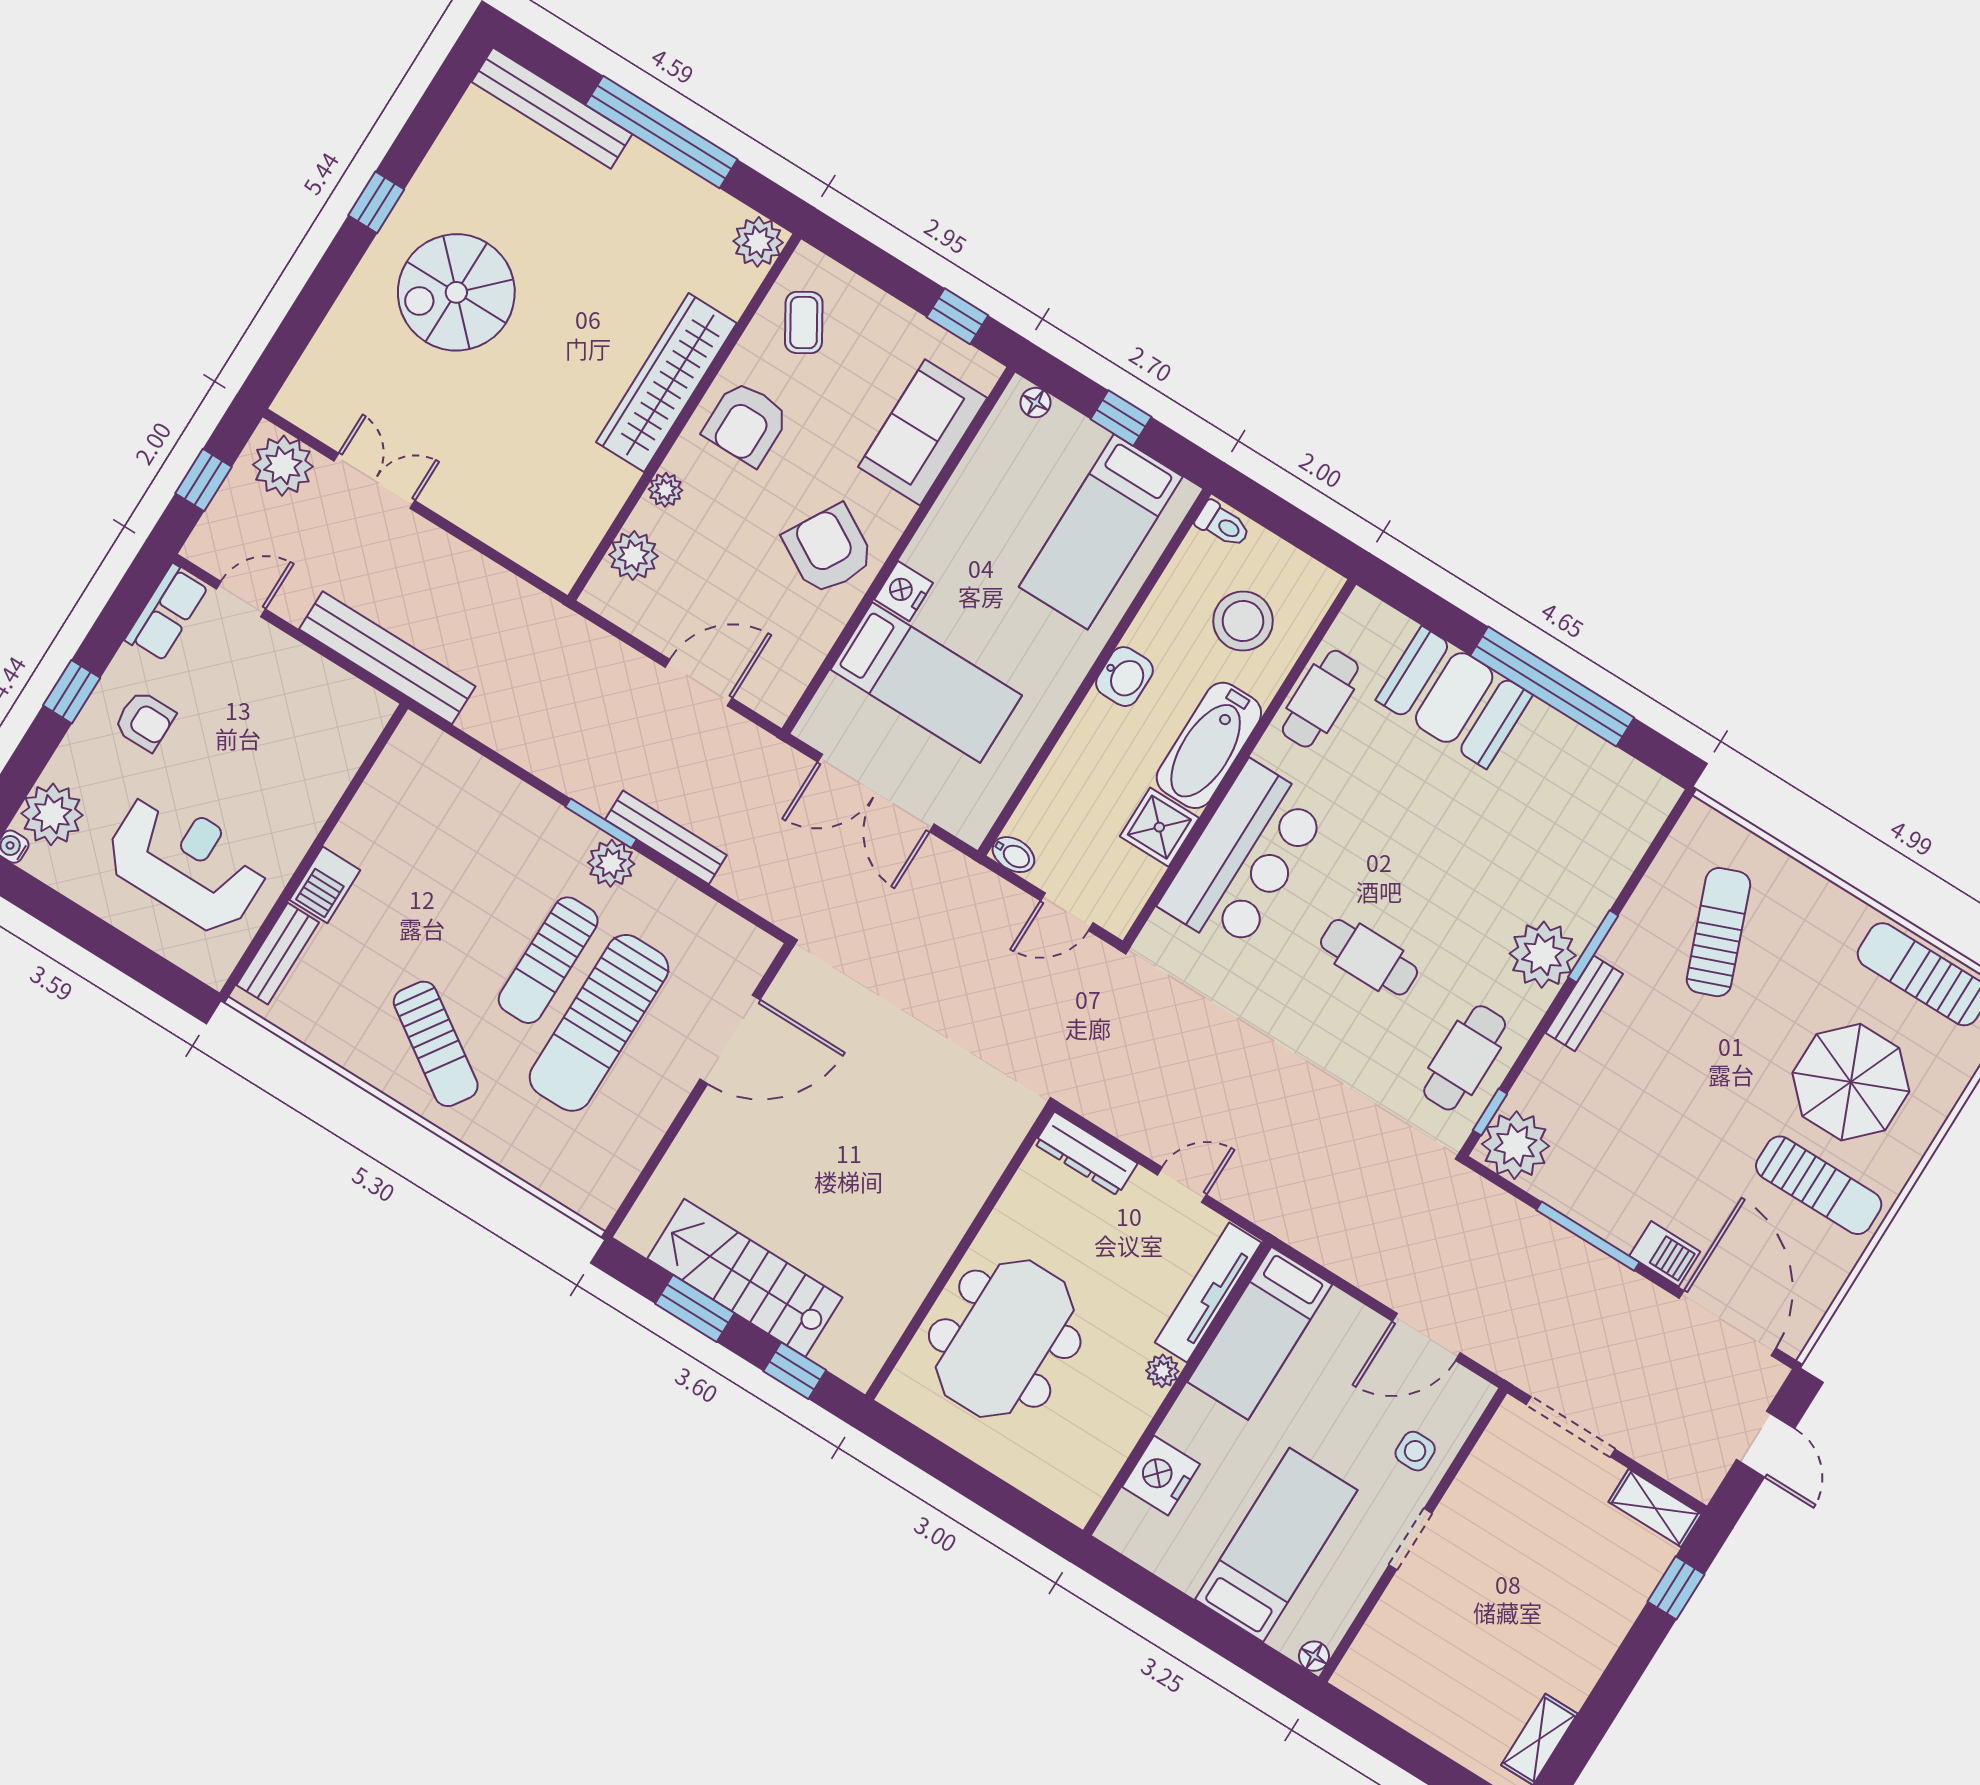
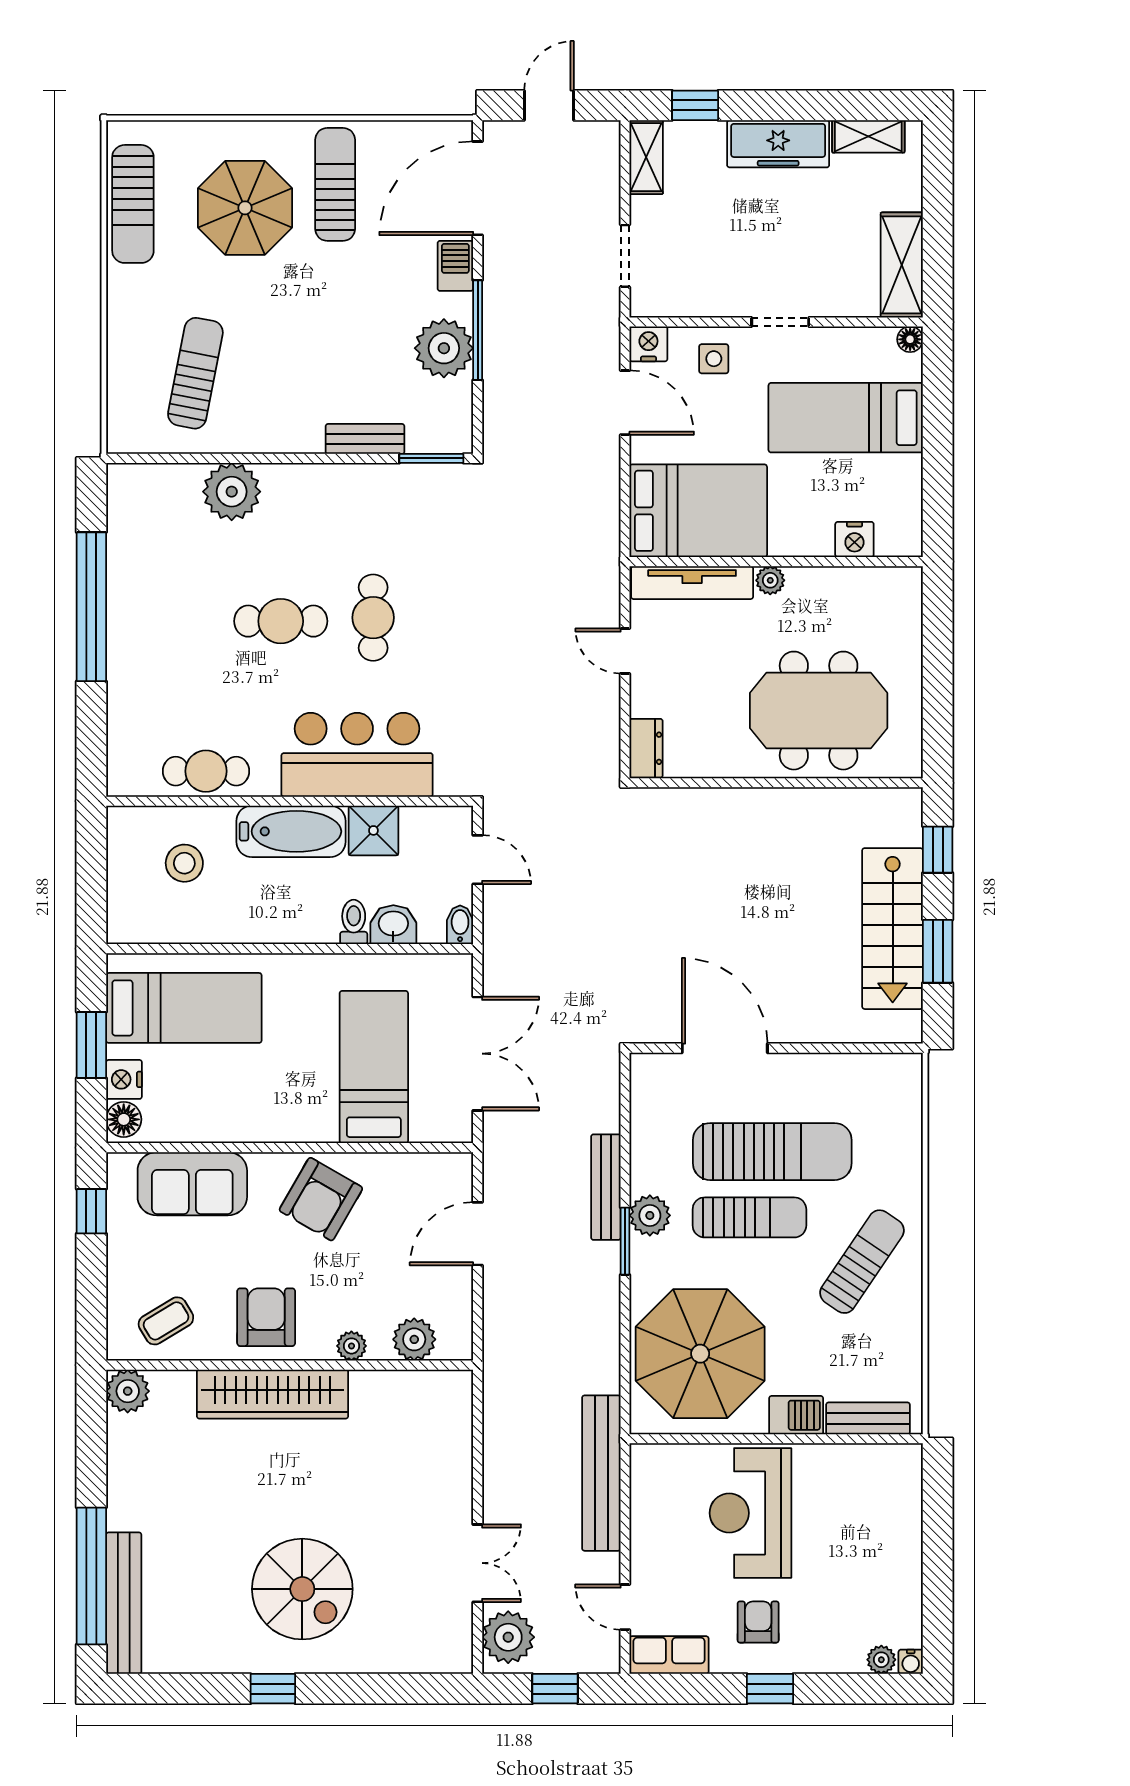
window: (661, 132) -> (91, 1576), moved
floor lamp: (1035, 403) -> (124, 1119), width x1.37, depth x1.37
window: (1121, 418) -> (91, 1045), width x1.50
armchair: (746, 423) -> (266, 1317), turned -90
double door: (374, 481) -> (478, 1563), swing flipped
toilet: (1223, 524) -> (354, 922), moved
nightstand: (904, 591) -> (124, 1079), moved, turned 90
stool: (1243, 621) -> (184, 863), width x0.73, depth x0.73
washbasin: (1124, 677) -> (393, 925), moved
door: (699, 683) -> (478, 1234), hinge flipped
booth: (1454, 697) -> (144, 674), removed
plant: (52, 814) -> (881, 1660), width x0.53, depth x0.53
parasol: (444, 828) -> (700, 1354), added
reception desk: (186, 863) -> (750, 1513), moved
sun lounger: (1718, 932) -> (195, 373), turned 122
window: (1593, 946) -> (263, 458), removed
plant: (1543, 955) -> (232, 492), moved
bench: (1584, 1003) -> (365, 439), moved
cafe table: (1465, 1058) -> (281, 621), moved
window: (1490, 1112) -> (431, 458), width x1.50
plant: (1516, 1145) -> (444, 348), moved
dresser: (1086, 1154) -> (646, 748), width x0.70
bed: (1260, 1333) -> (698, 511), width x1.50
nightstand: (1470, 1396) -> (648, 344), added
doorway: (1571, 1427) -> (625, 256), width x0.73
nightstand: (1161, 1476) -> (854, 539), width x0.74, depth x0.75
freezer: (1587, 1646) -> (778, 144), added
shelving: (1392, 1694) -> (902, 265), added

